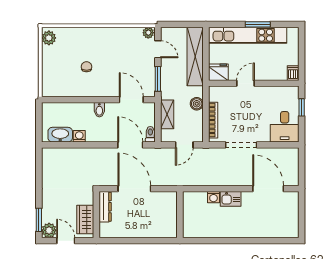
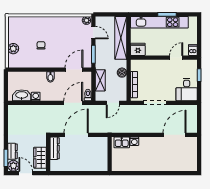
plant: (49, 38) -> (13, 49), moved
door: (245, 83) -> (176, 58), moved
door: (131, 100) -> (74, 70), hinge flipped
door: (130, 145) -> (73, 103), hinge flipped
door: (134, 189) -> (76, 135), hinge flipped
door: (268, 189) -> (175, 135), hinge flipped
kitchen sink: (231, 199) -> (122, 142), moved
dresser: (48, 211) -> (13, 151), added

